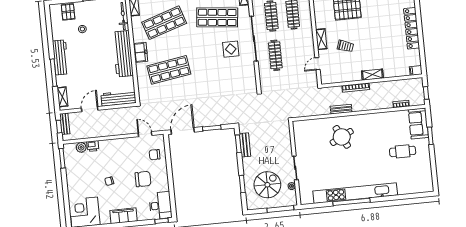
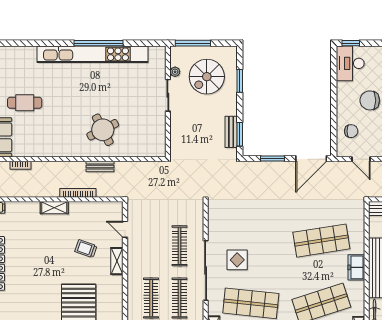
door: (318, 64) -> (125, 229), swing flipped

